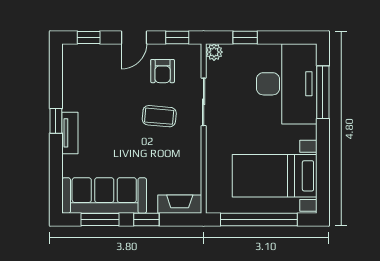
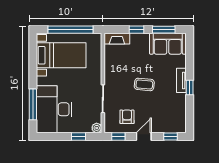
coffee table: (159, 116) -> (144, 84), moved
sofa: (104, 195) -> (168, 44), width x0.73

